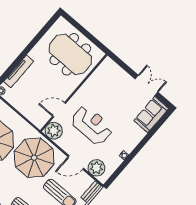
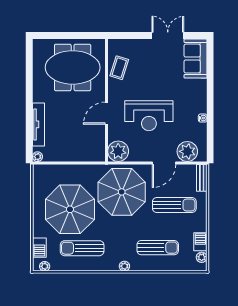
coffee table: (99, 79) -> (119, 68), added
door: (59, 110) -> (107, 113), moved
reception desk: (92, 125) -> (149, 116), turned 180

